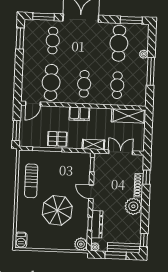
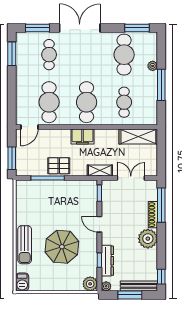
cafe table: (84, 84) -> (87, 102), width x1.37, depth x1.35
window: (146, 177) -> (161, 205), width x2.17
sun lounger: (31, 181) -> (25, 245), moved

